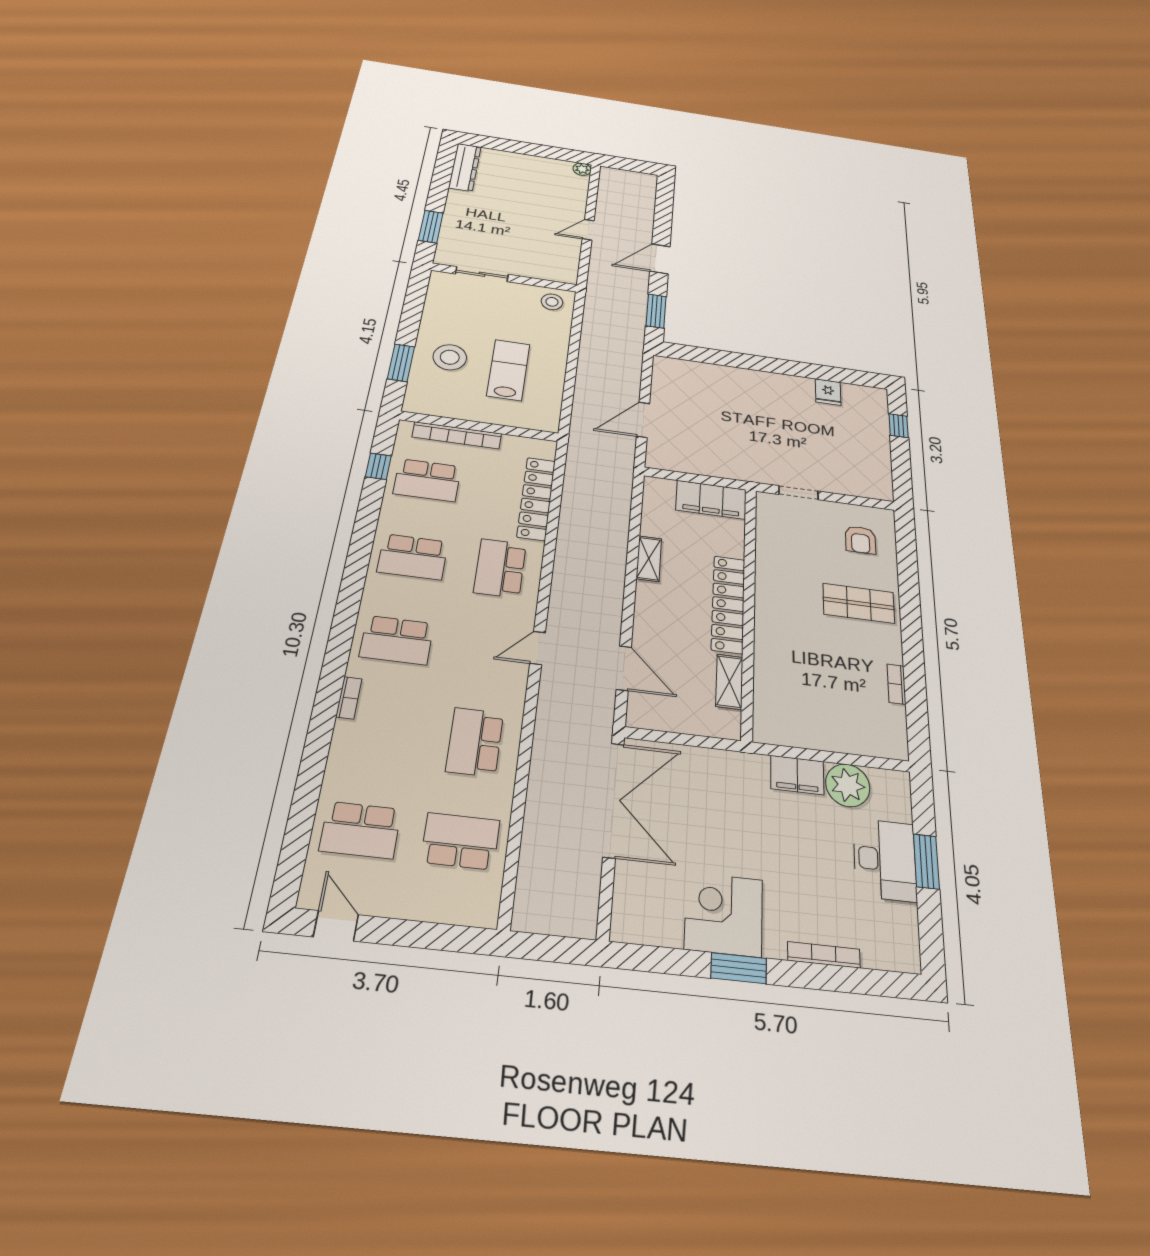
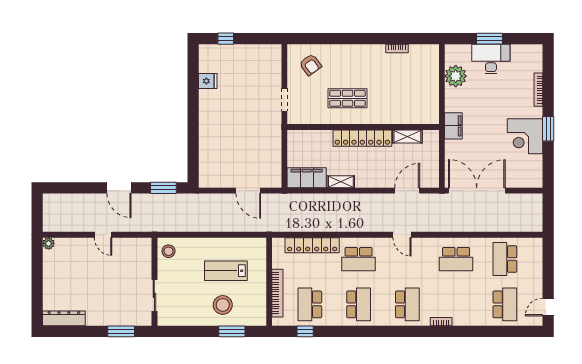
school desk: (427, 480) -> (310, 304), turned 180
filing cabinet: (711, 500) -> (307, 178), moved, turned -90
armchair: (860, 540) -> (310, 65), turned 54
shop shelf: (859, 603) -> (347, 98), moved, turned 90
filing cabinet: (797, 775) -> (453, 126), moved

